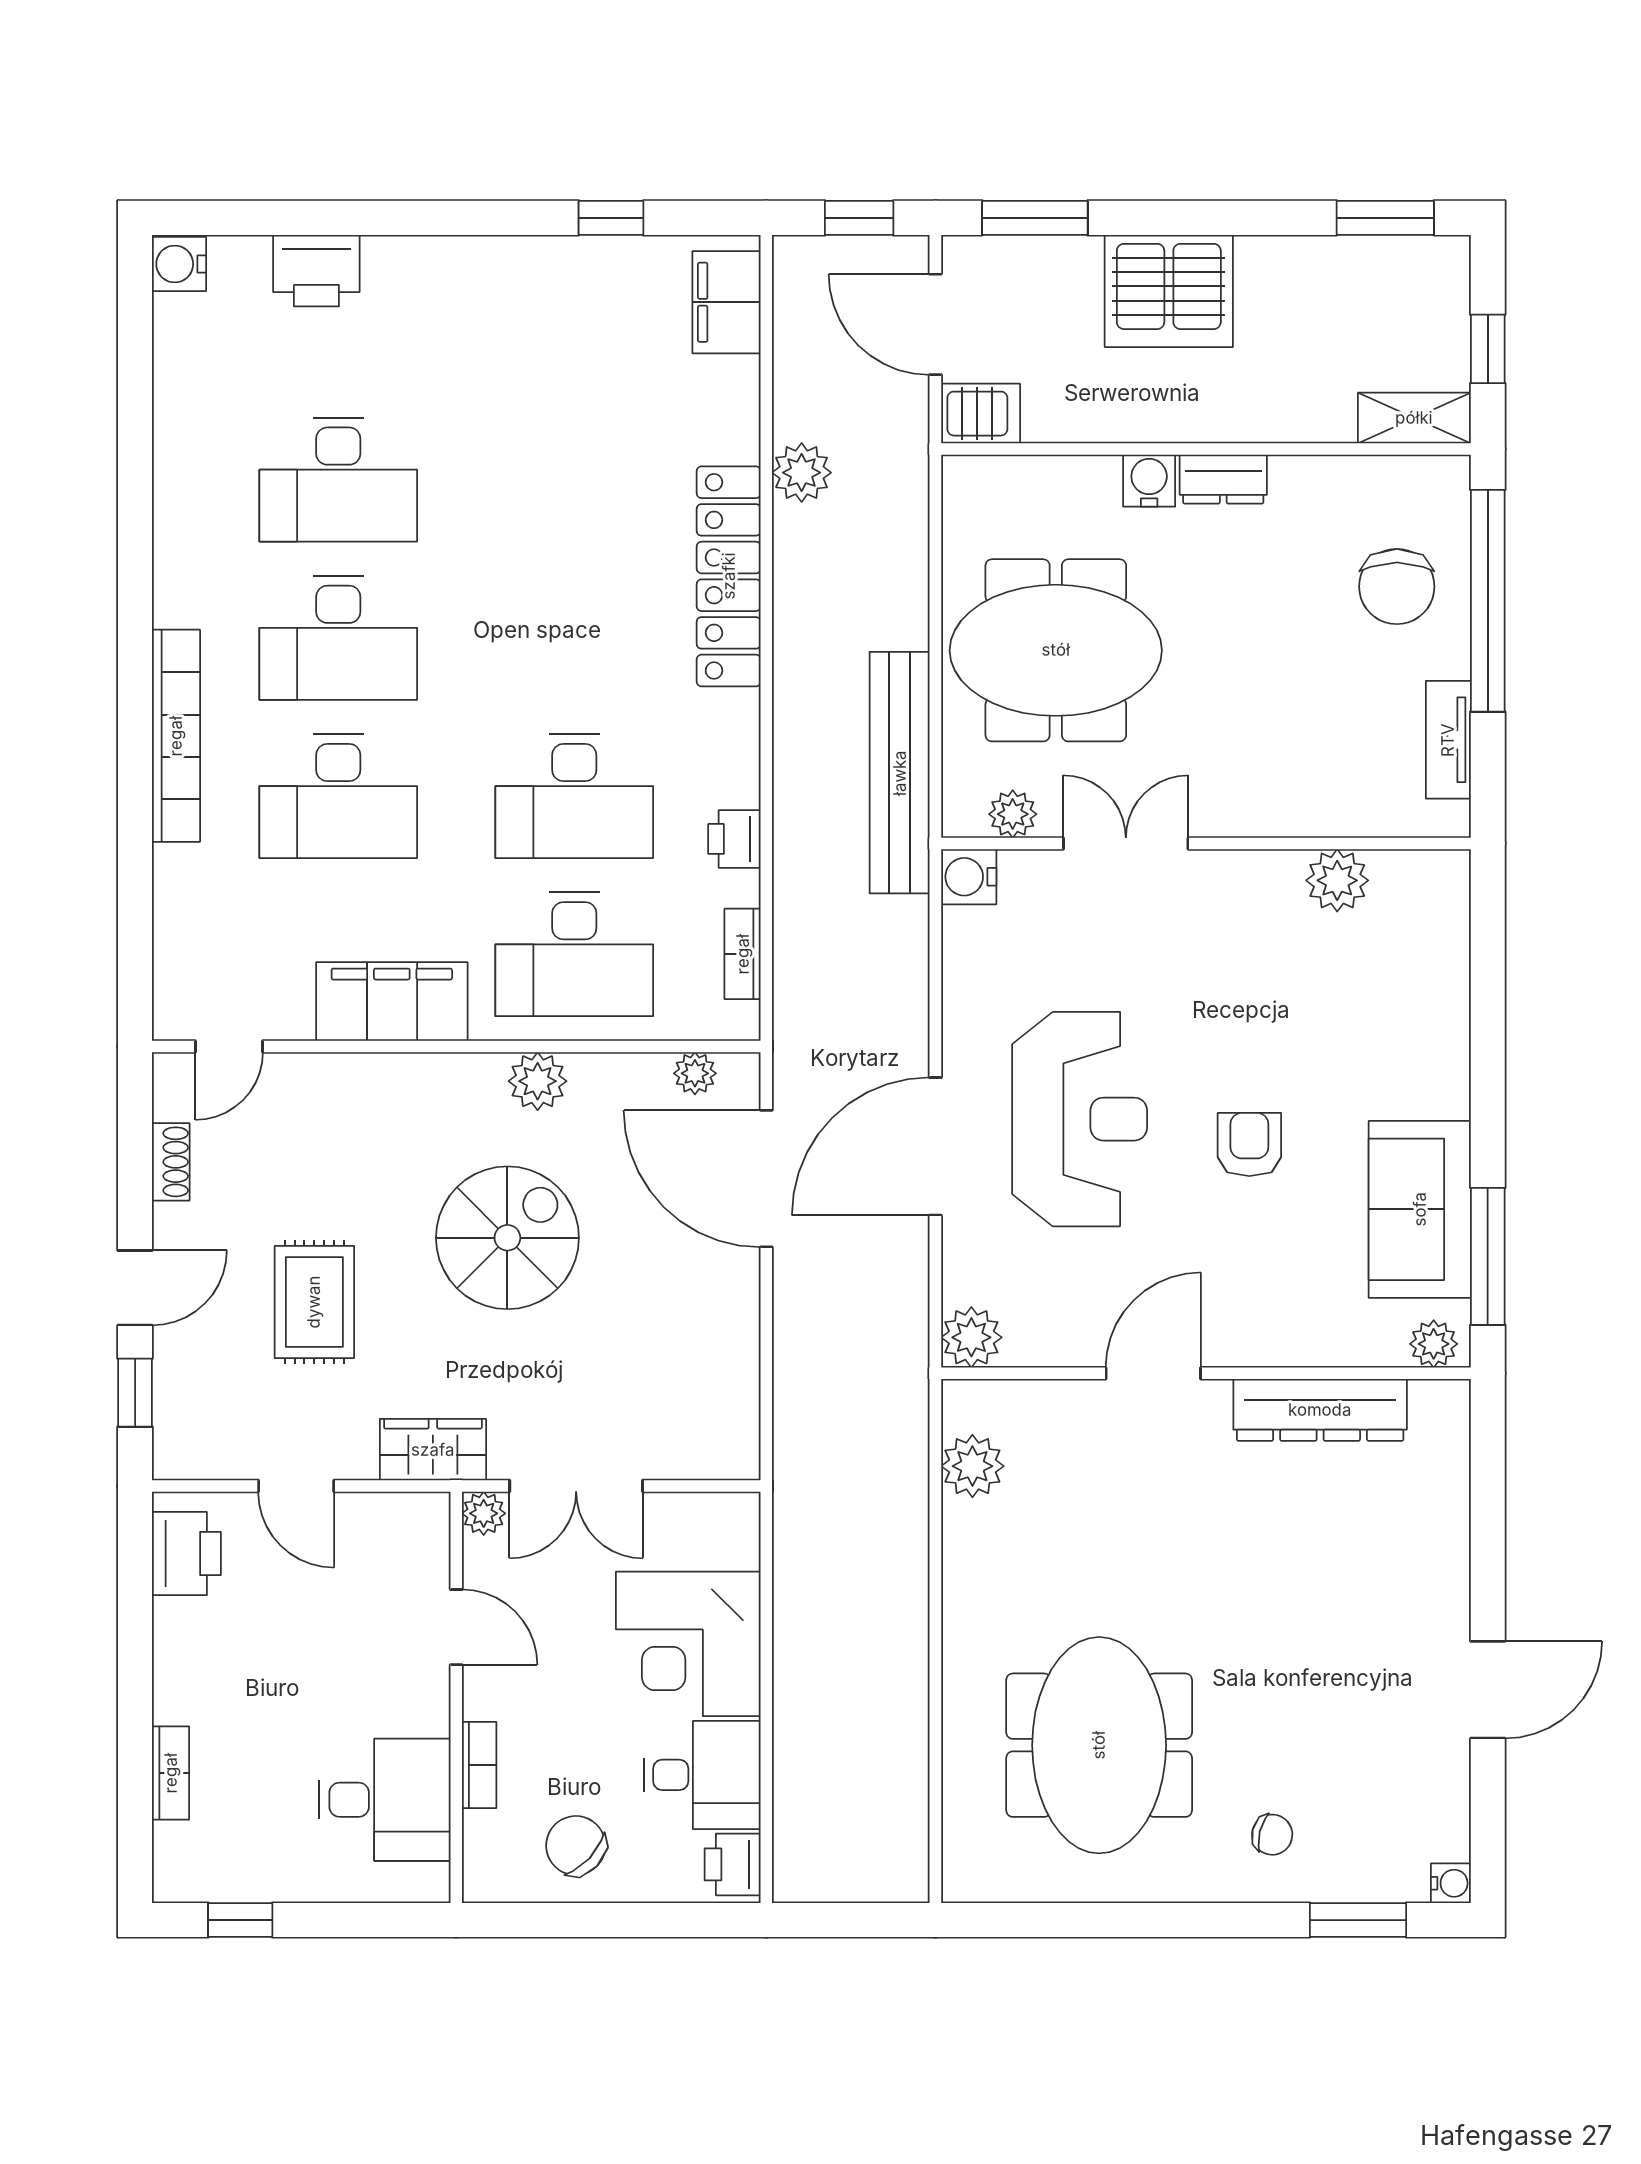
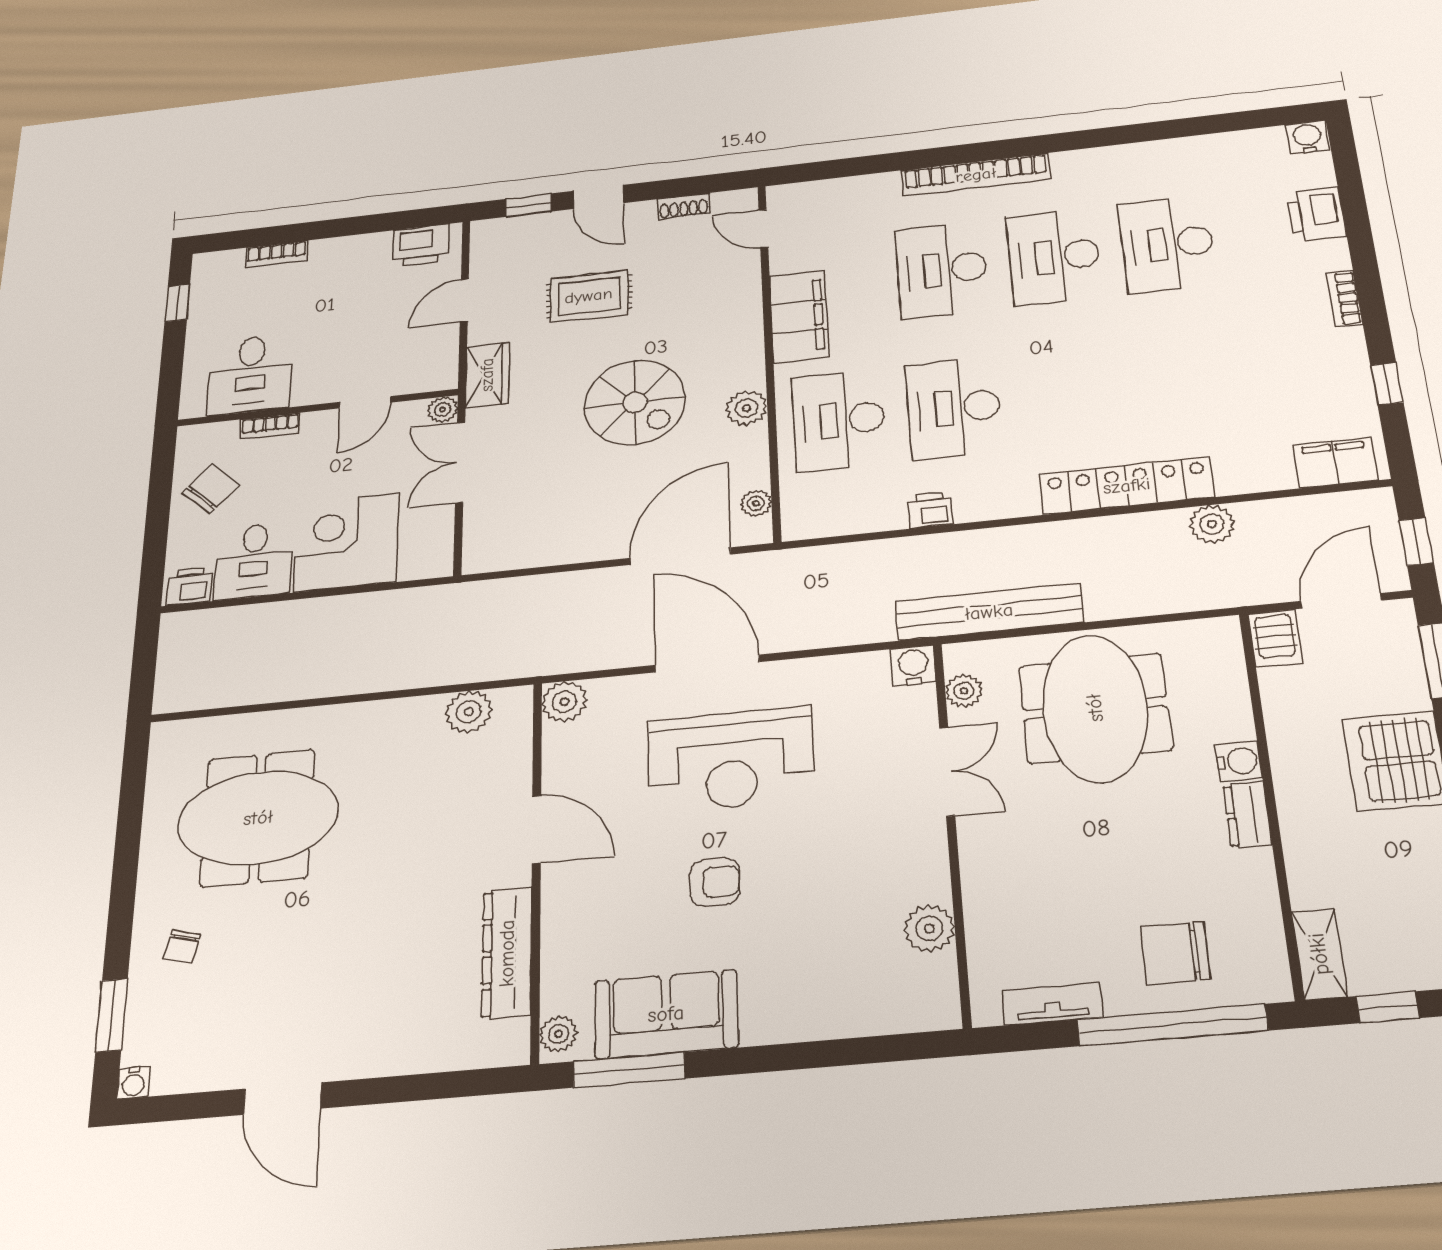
bookcase: (743, 954) -> (1345, 298), moved, turned -90

